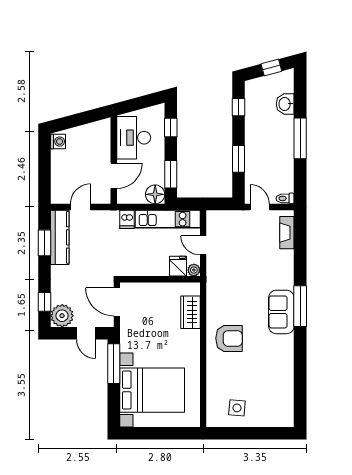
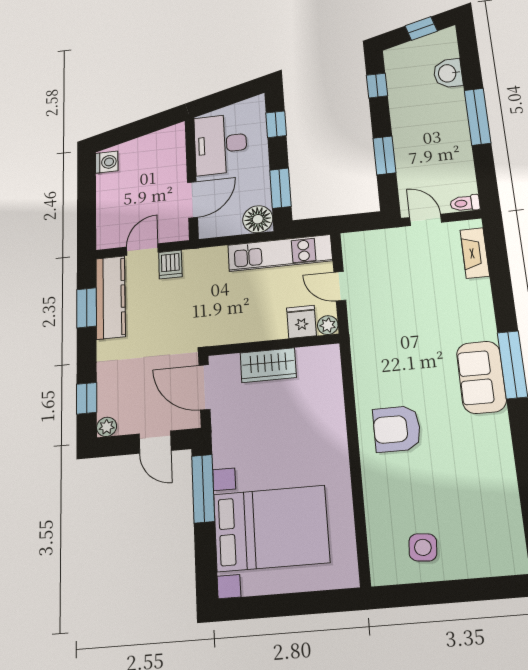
dishwasher: (127, 219) -> (170, 265), moved
wardrobe: (190, 312) -> (268, 365), moved, turned -90
plant: (62, 316) -> (107, 427), width x0.53, depth x0.53
armchair: (229, 338) -> (397, 429), turned 180

